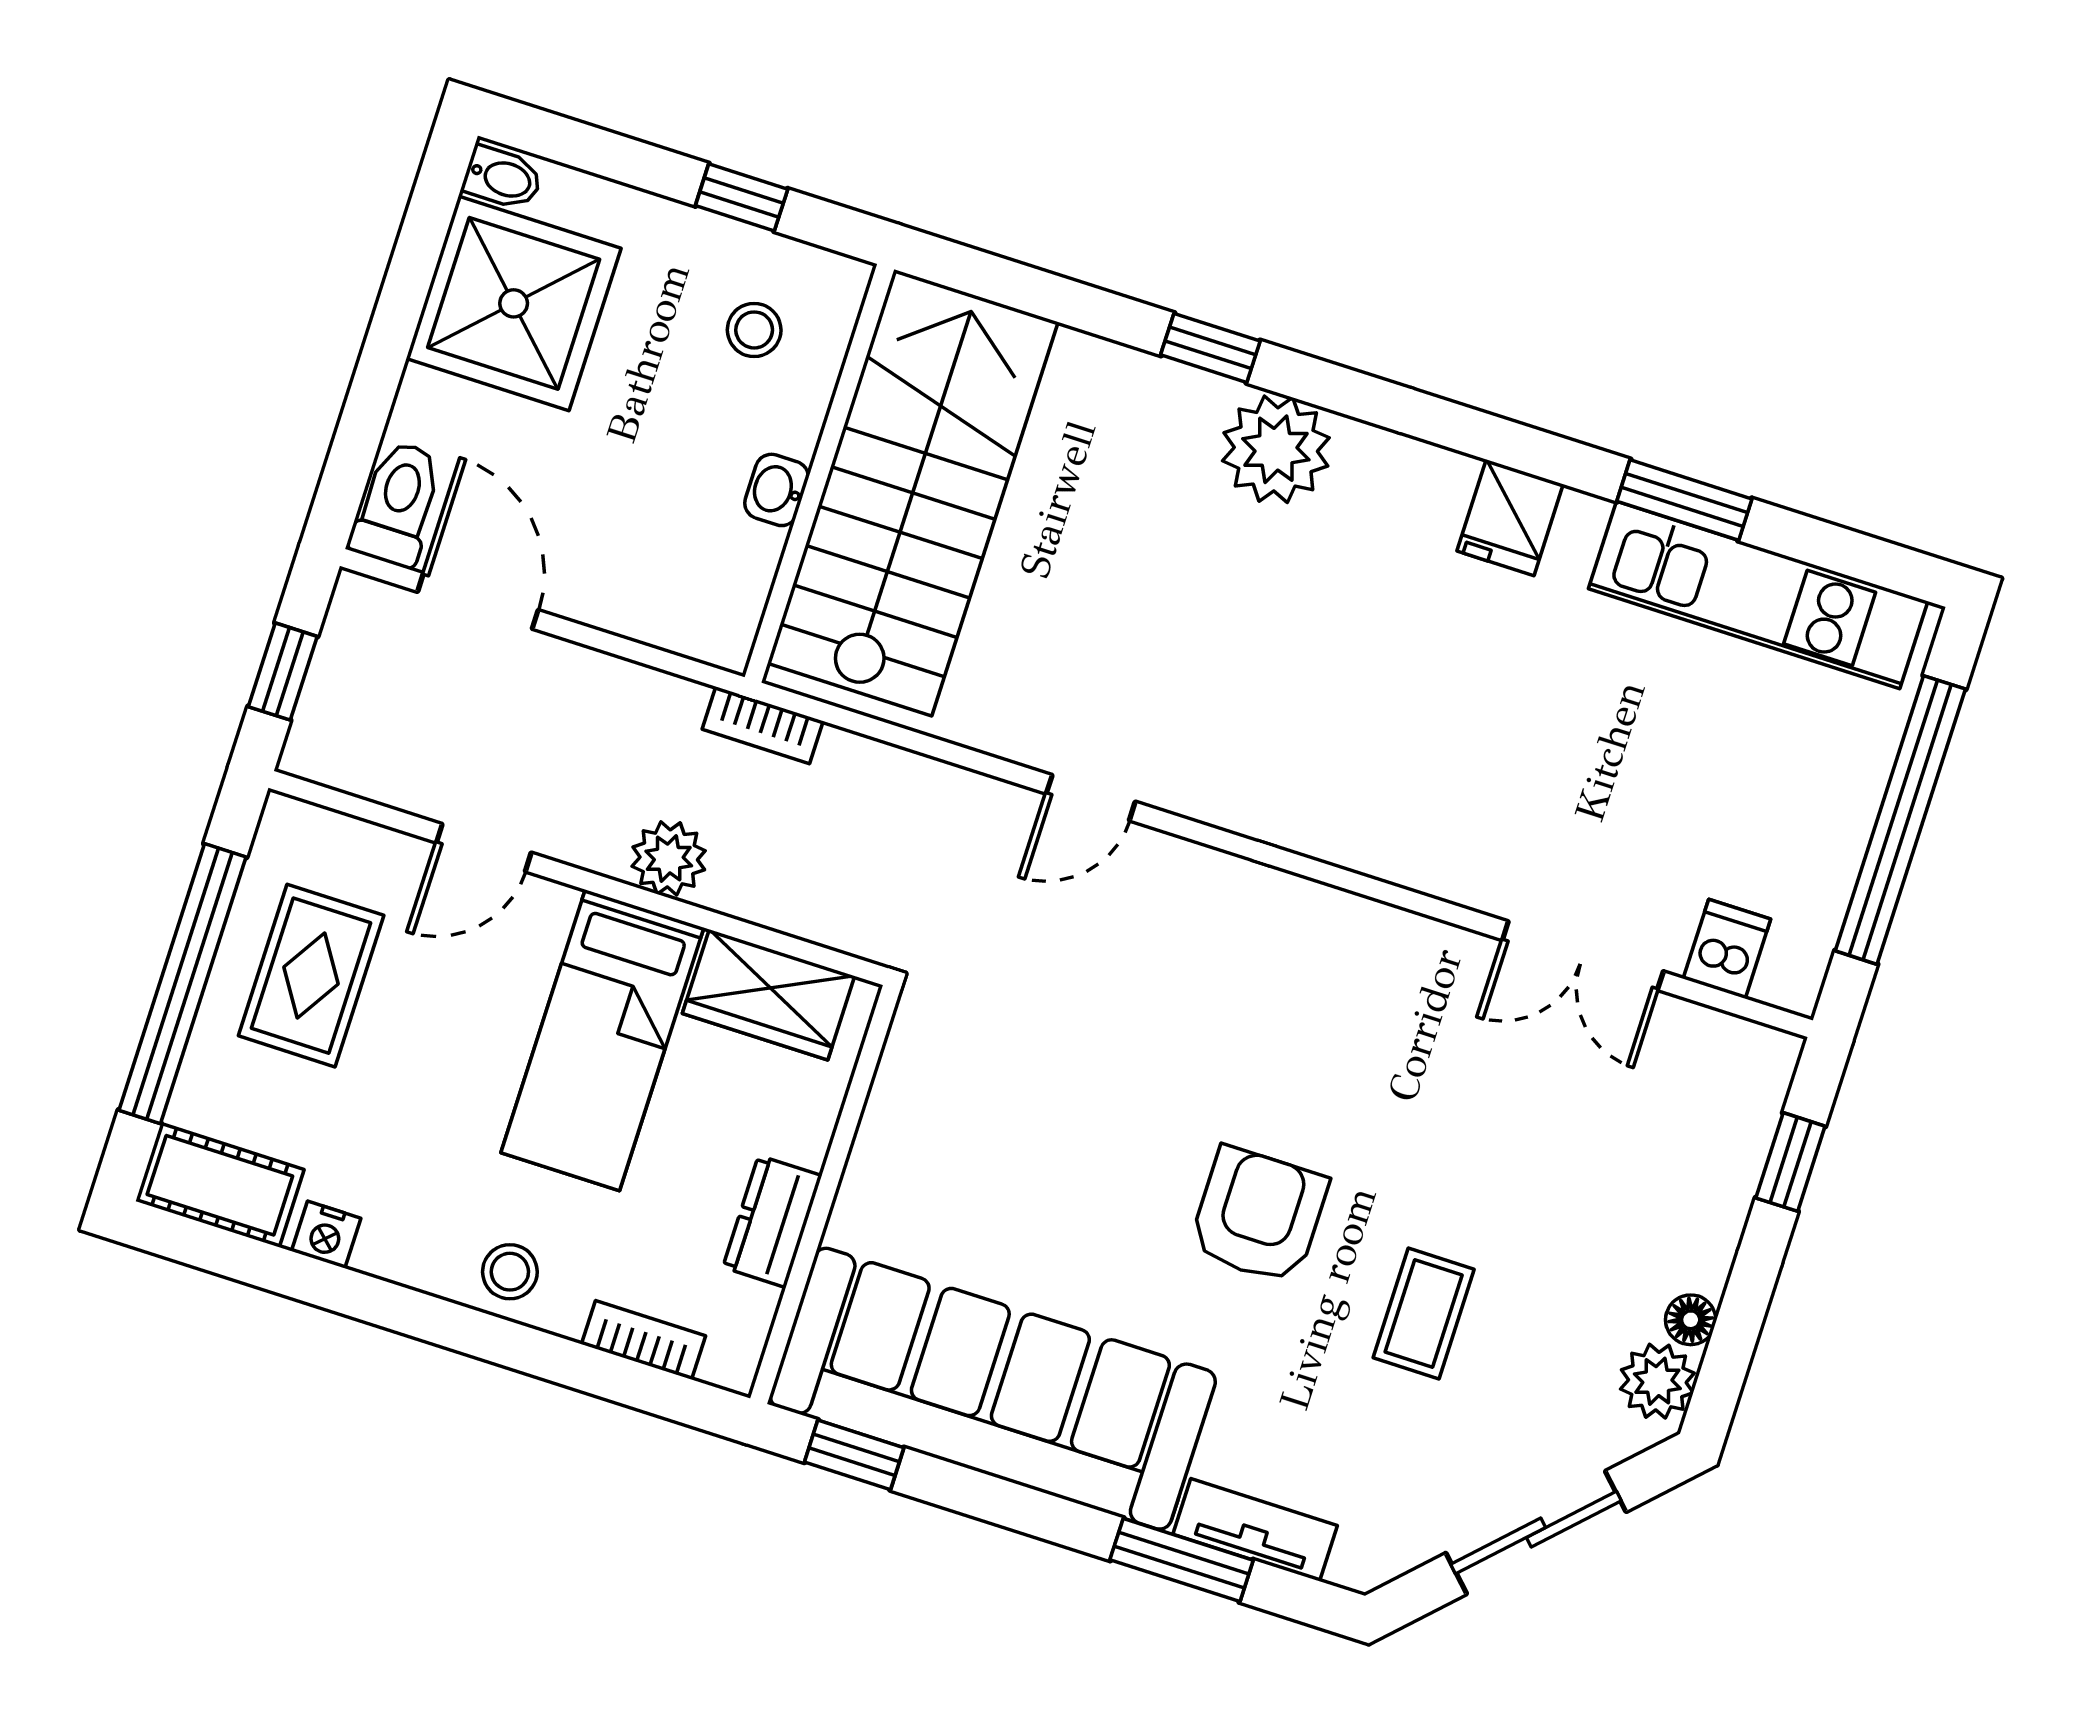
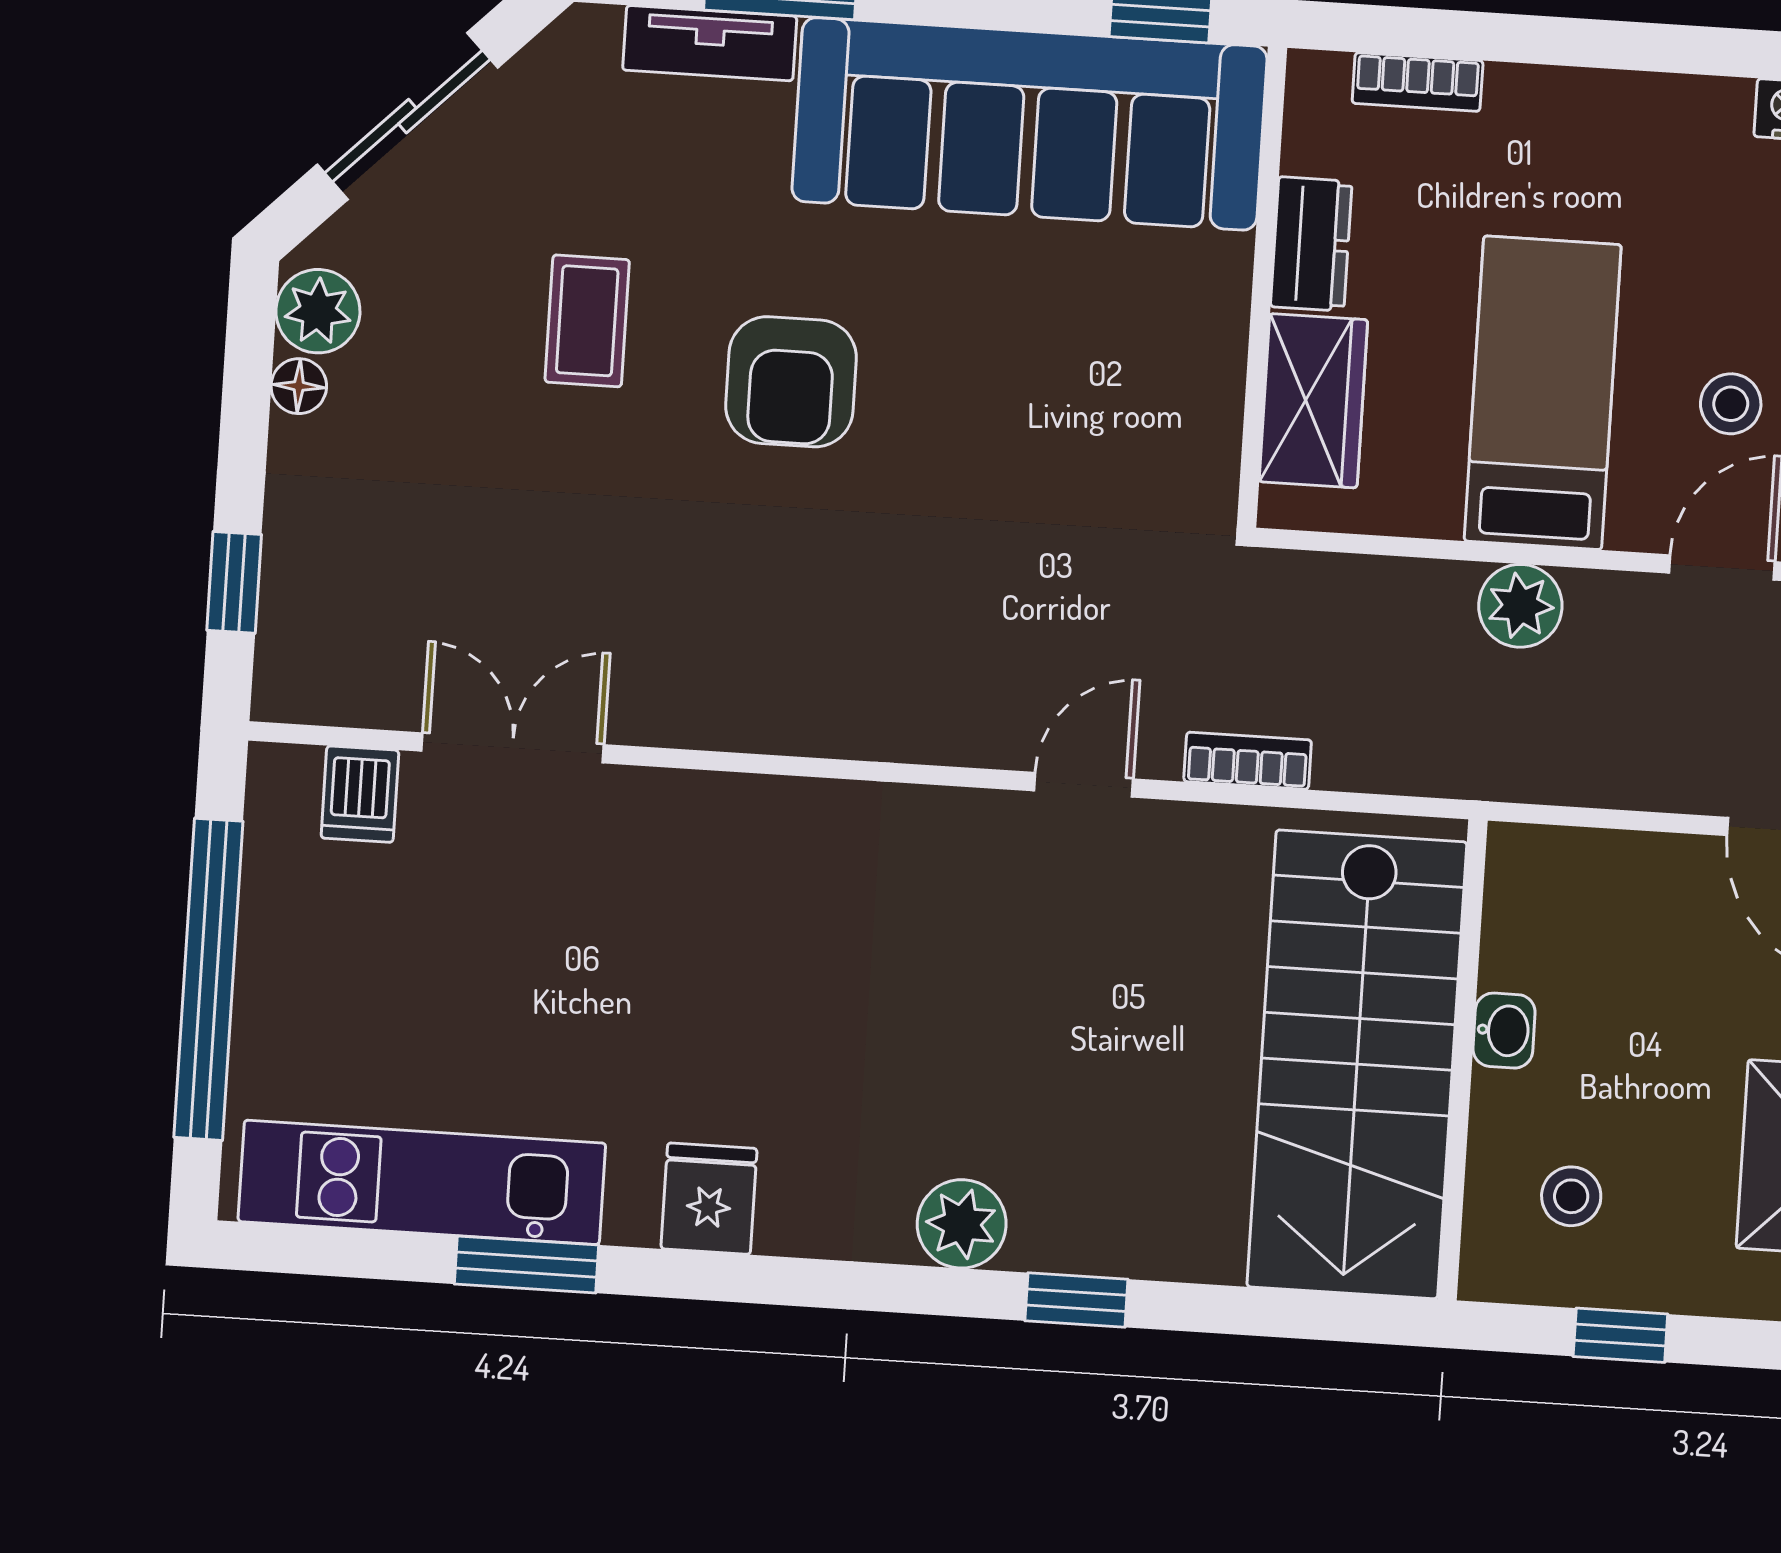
plant: (1276, 449) -> (962, 1224), width x0.73, depth x0.73
bookcase: (763, 725) -> (1248, 761), moved
wardrobe: (768, 995) -> (1313, 401), moved, turned 90
stool: (510, 1272) -> (1731, 404), moved

